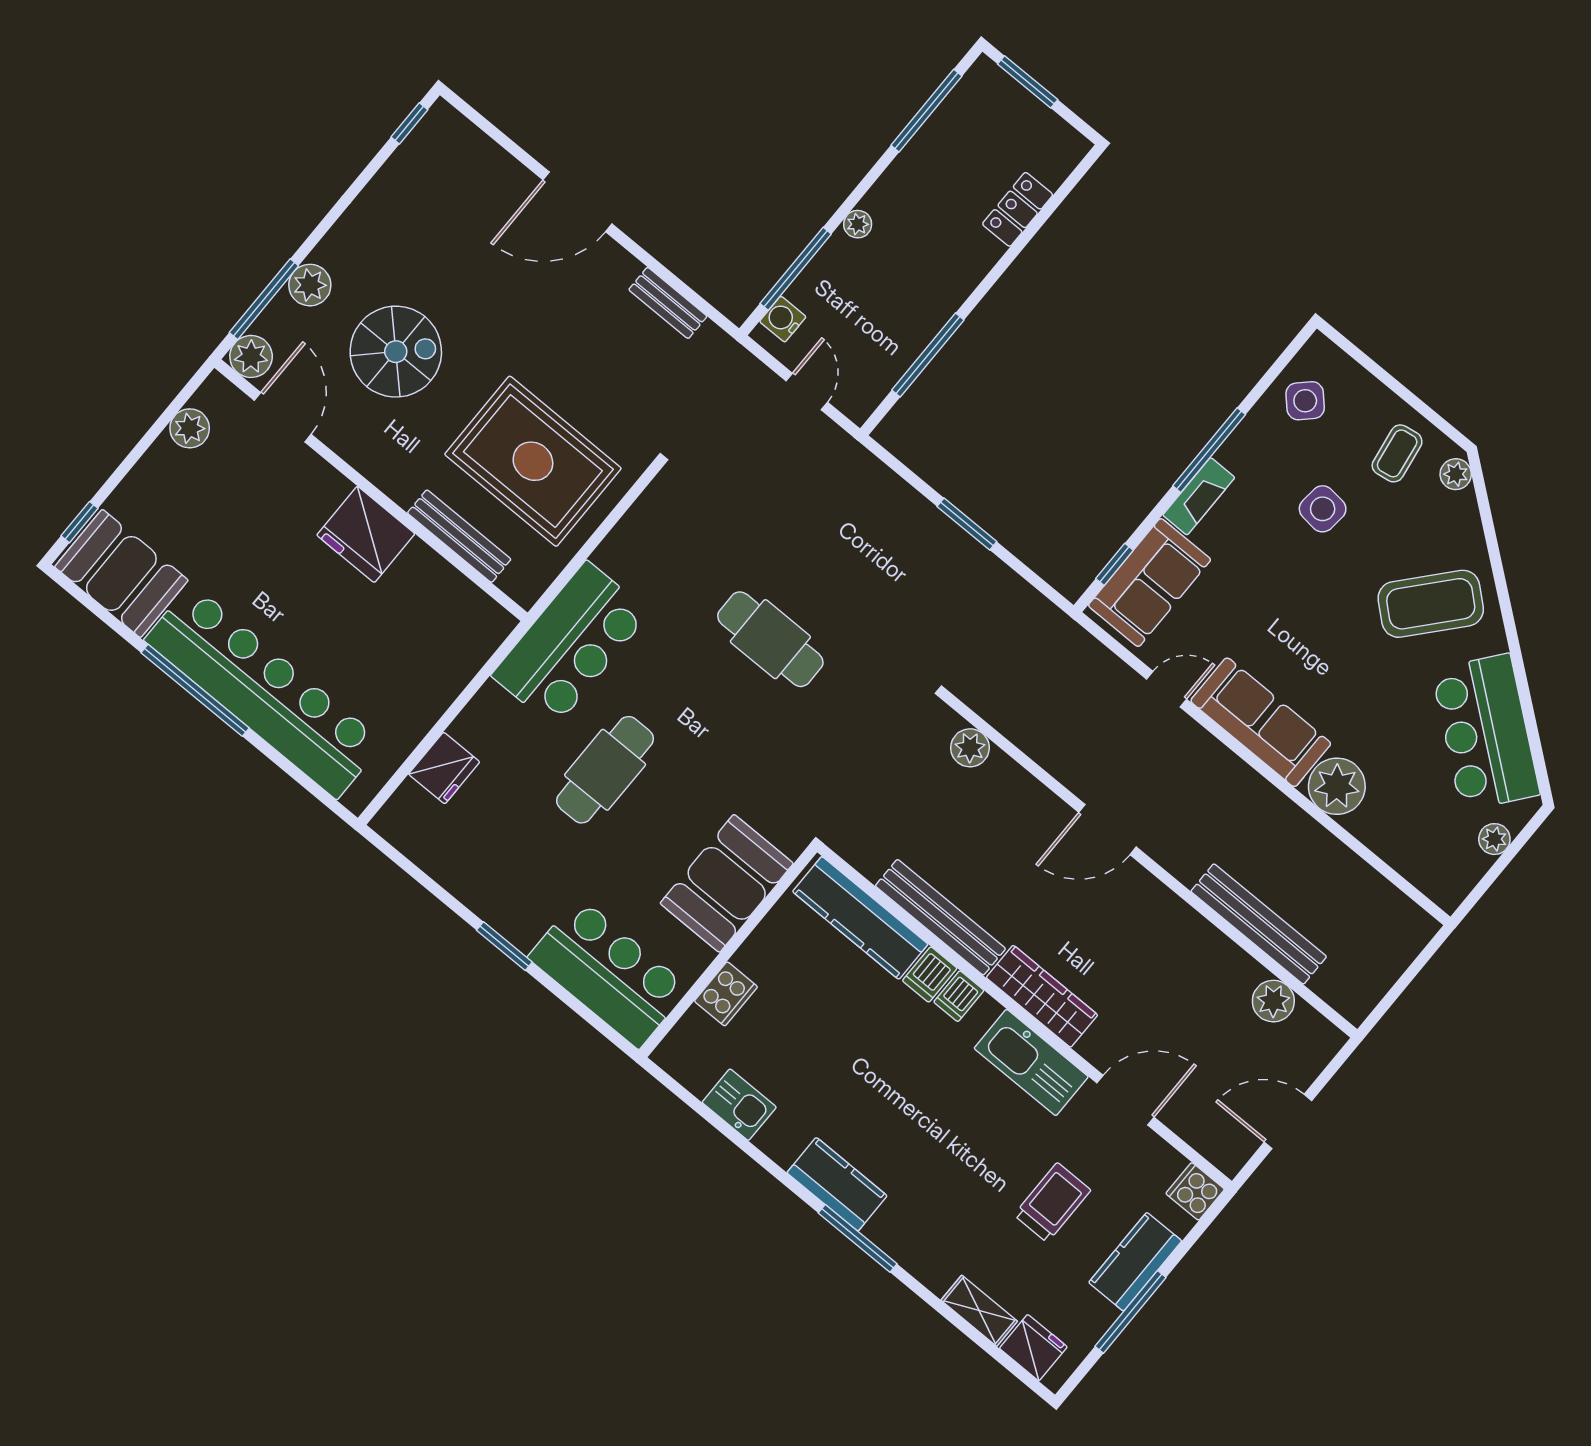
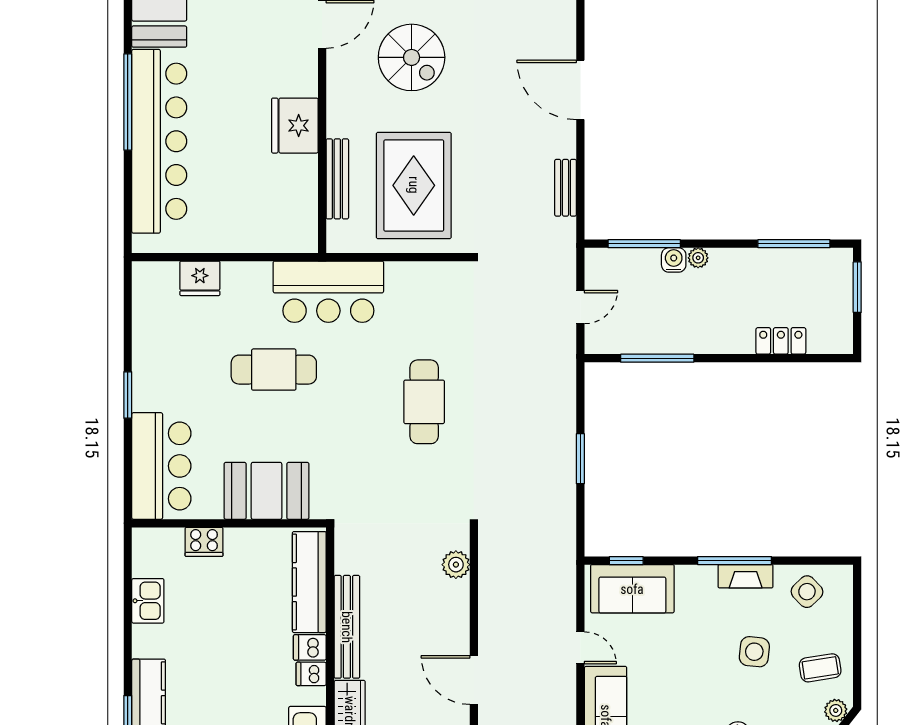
water cooler: (783, 319) -> (674, 260), moved
fireplace: (1199, 496) -> (746, 576), moved

